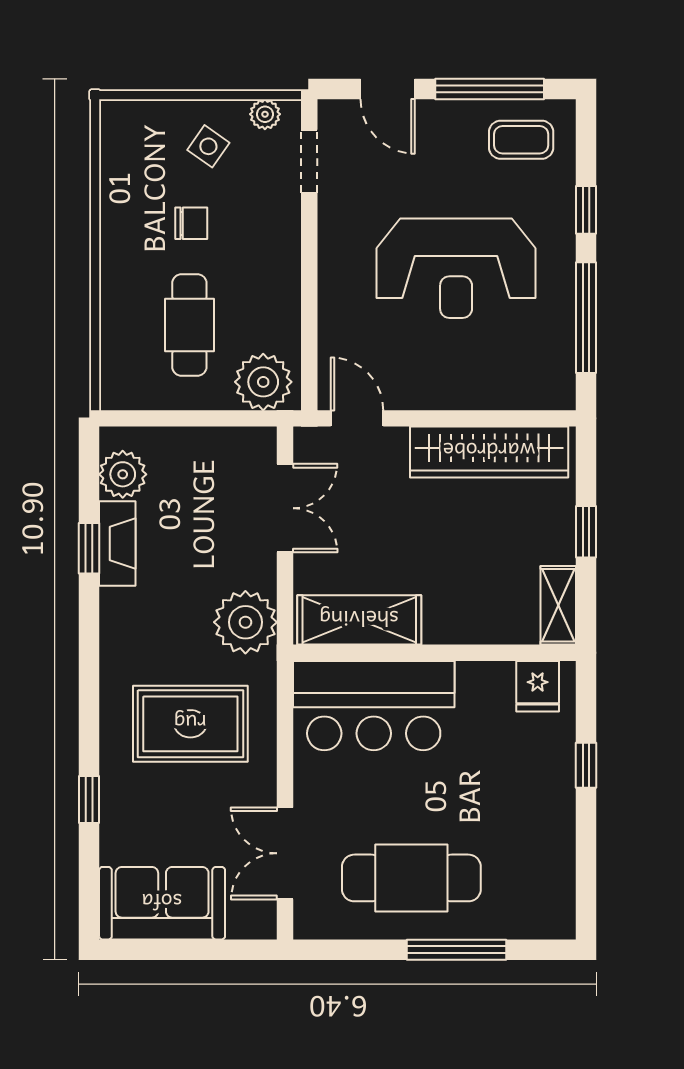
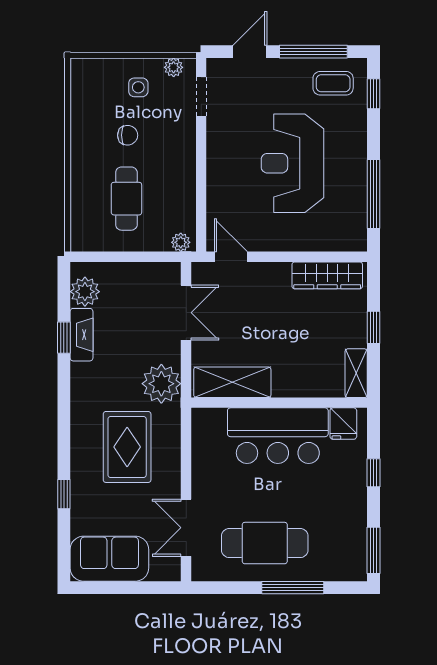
door: (388, 89) -> (250, 52), swing flipped
side table: (208, 146) -> (138, 87), turned -35
window: (586, 210) -> (373, 94), moved
reception desk: (456, 268) -> (293, 163), turned 90
plant: (263, 382) -> (181, 242), width x0.53, depth x0.53
wardrobe: (489, 452) -> (327, 275), width x0.71, depth x0.85
bar counter: (374, 706) -> (278, 436), moved
rug: (190, 724) -> (127, 447), turned 90
window: (586, 890) -> (373, 550), added

